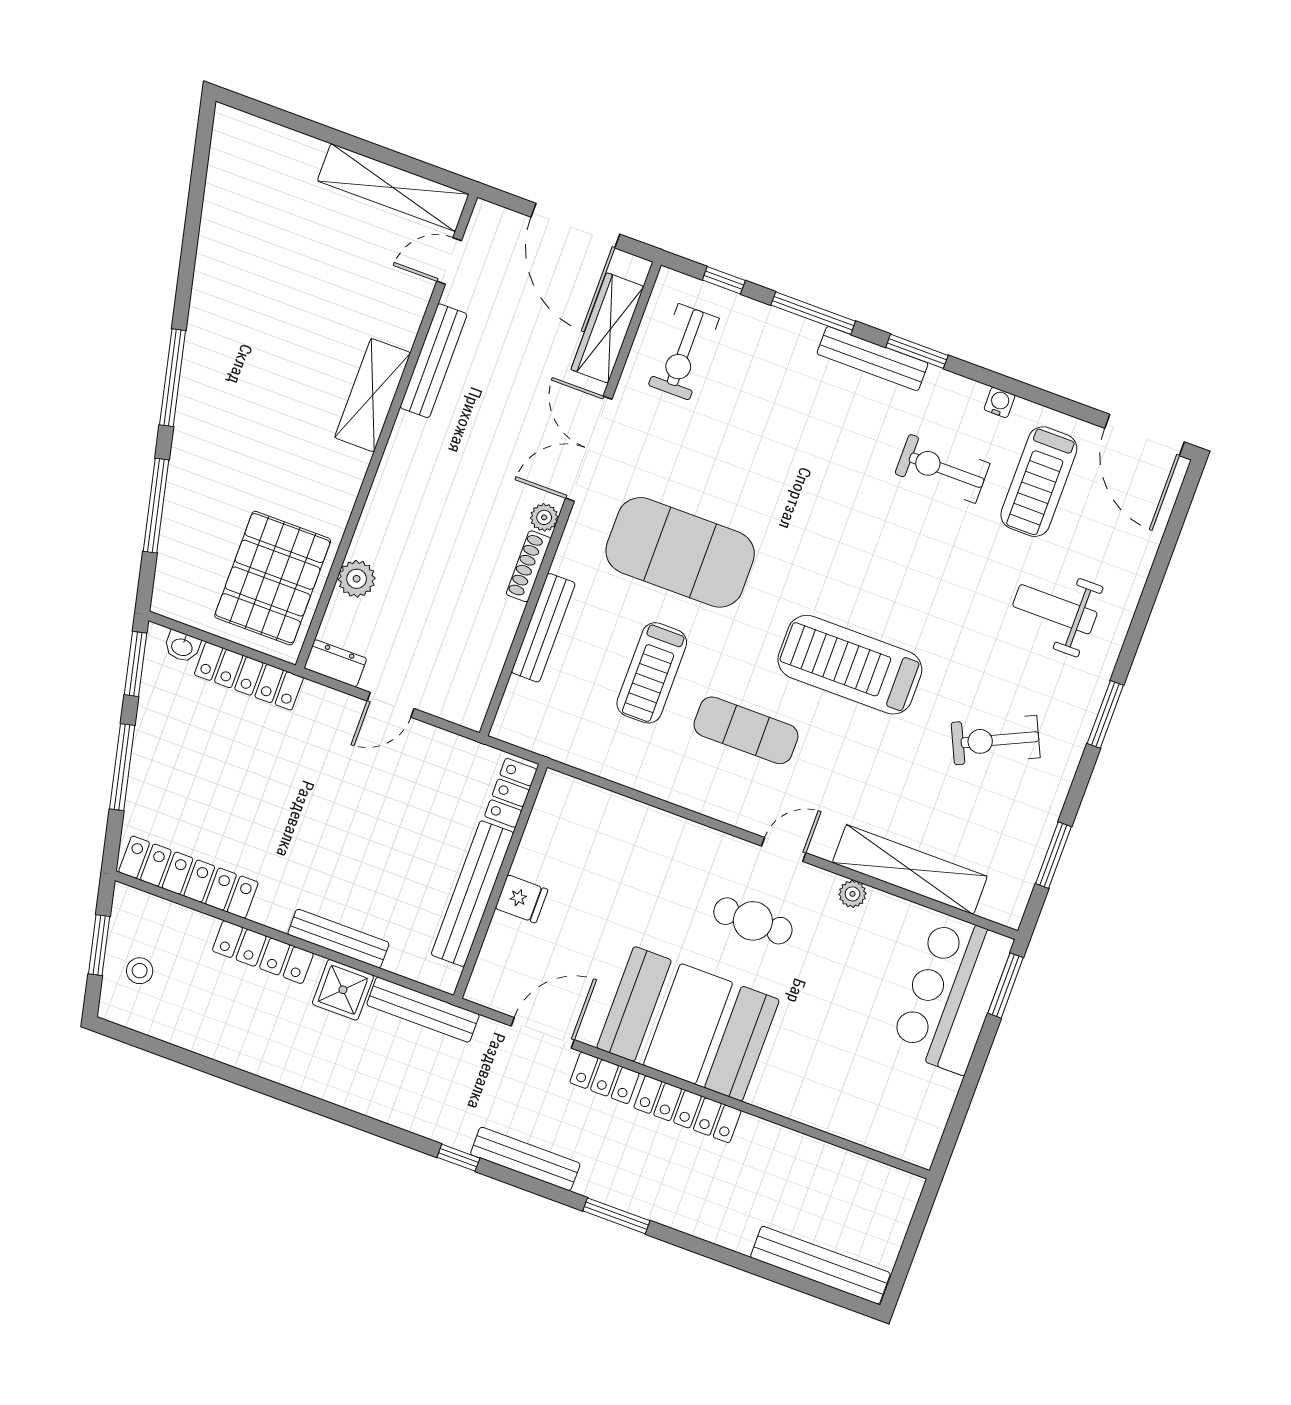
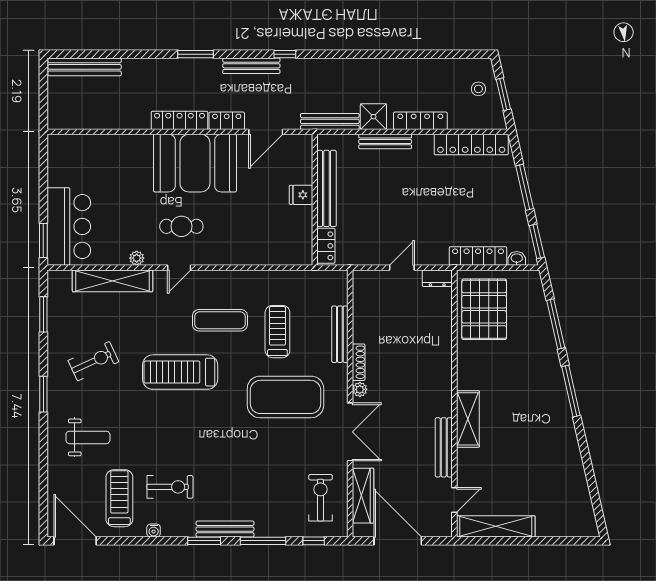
plant: (357, 579) -> (442, 324), removed
treadmill: (850, 665) -> (180, 372), turned 180

